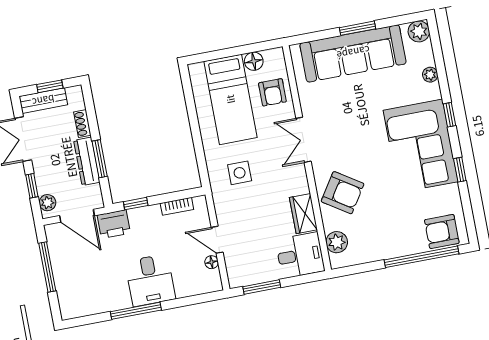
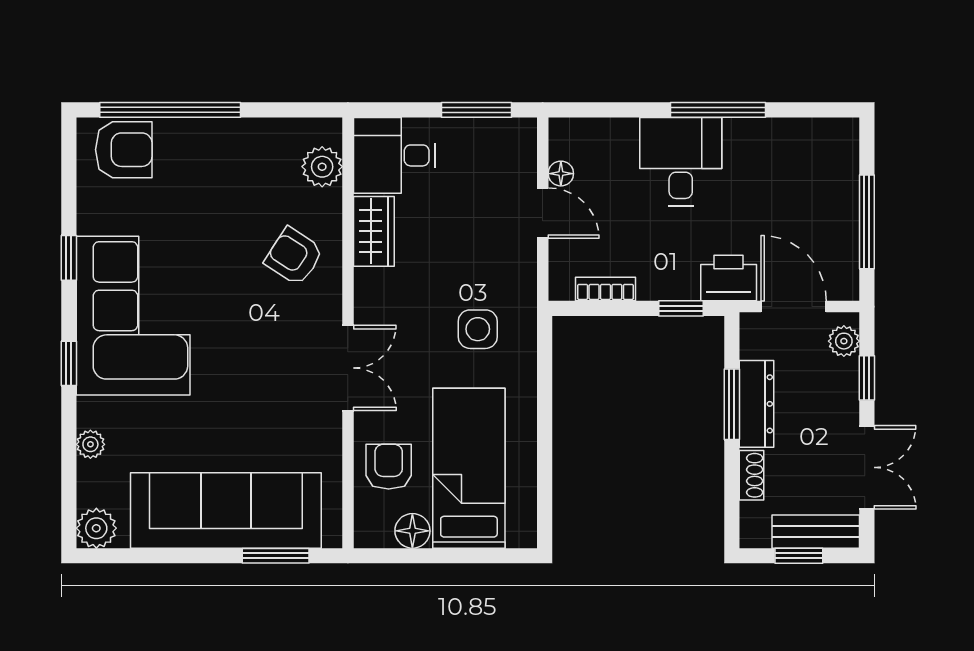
window: (358, 28) -> (276, 556), moved
armchair: (343, 193) -> (294, 256), width x0.72, depth x0.72

